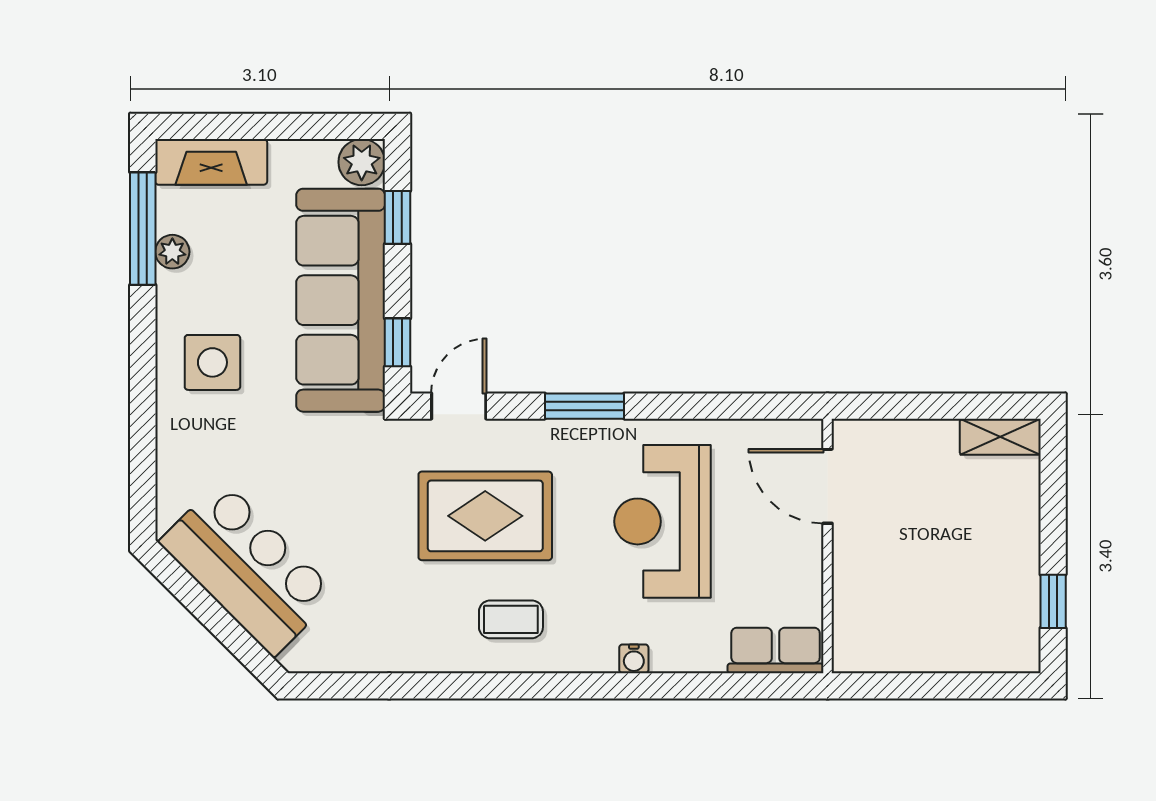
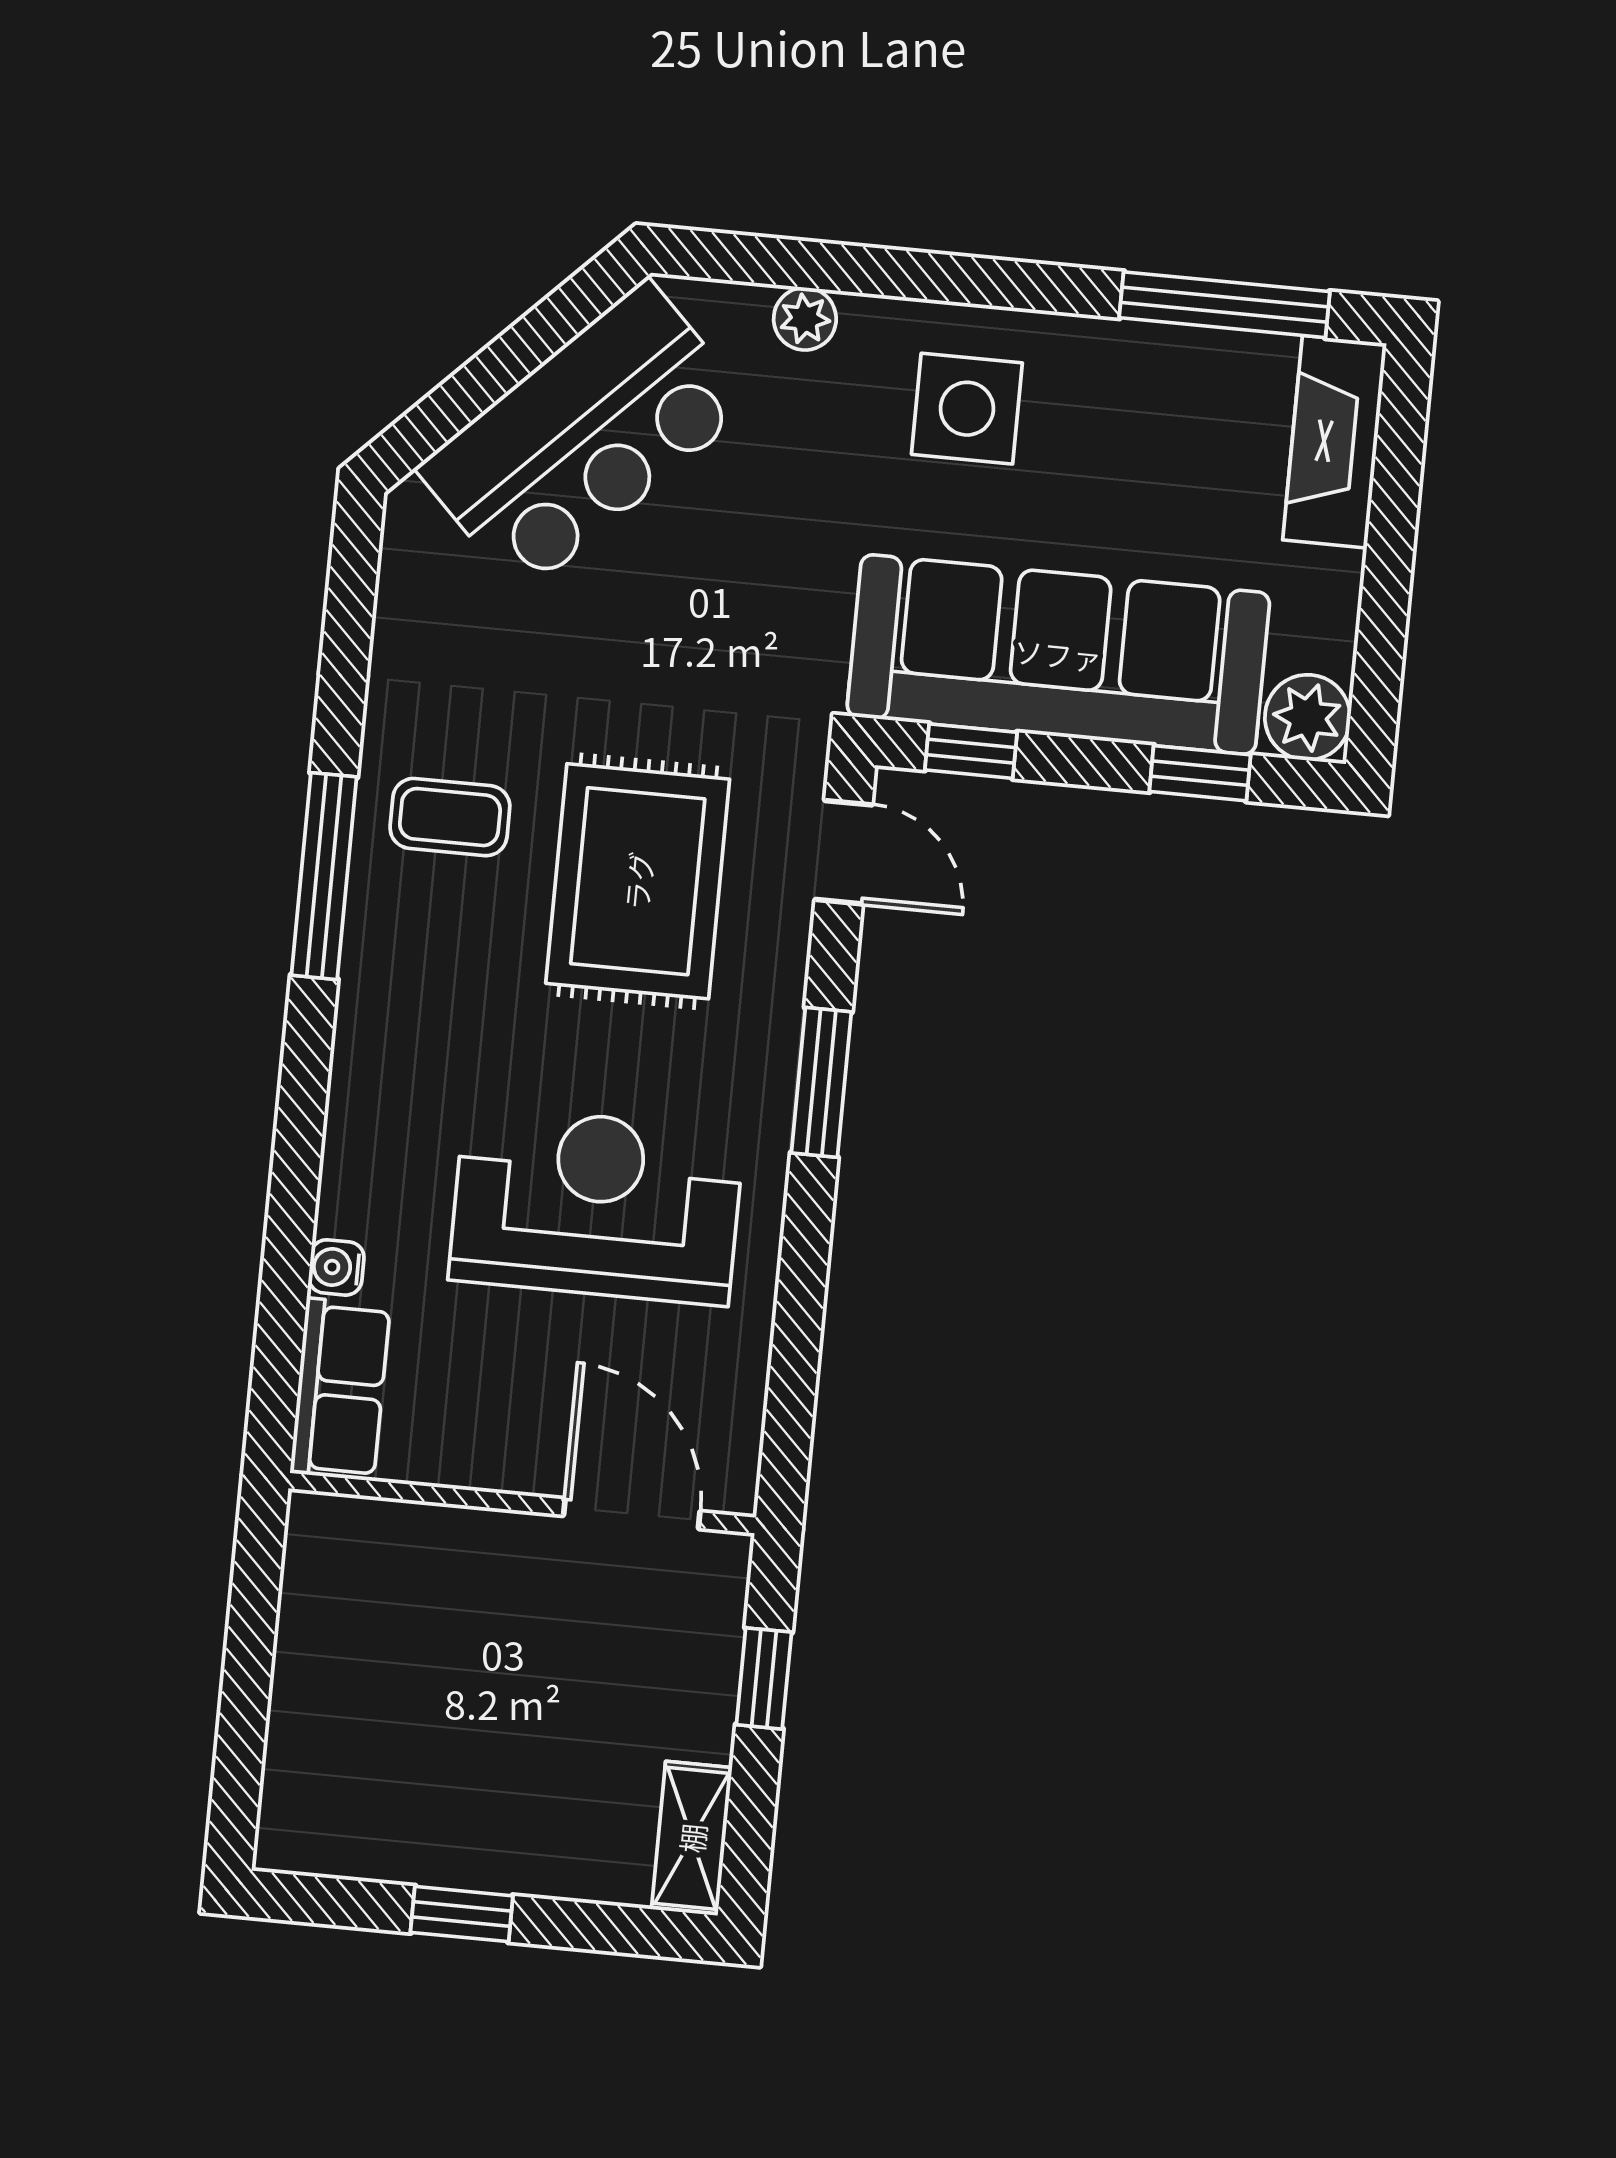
plant: (172, 252) -> (805, 319), moved
window: (910, 406) -> (764, 1678), added
door: (828, 486) -> (632, 1514), hinge flipped
window: (1053, 601) -> (462, 1914), moved
coffee table: (511, 619) -> (450, 817), moved, turned 90
water cooler: (634, 659) -> (336, 1267), moved
window: (499, 686) -> (324, 876), added

